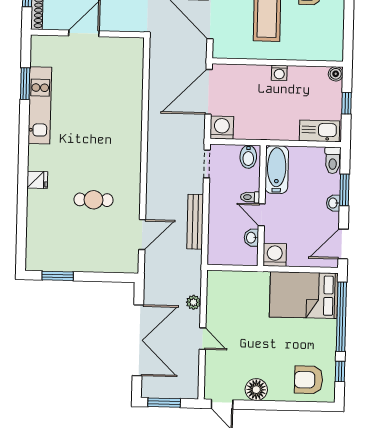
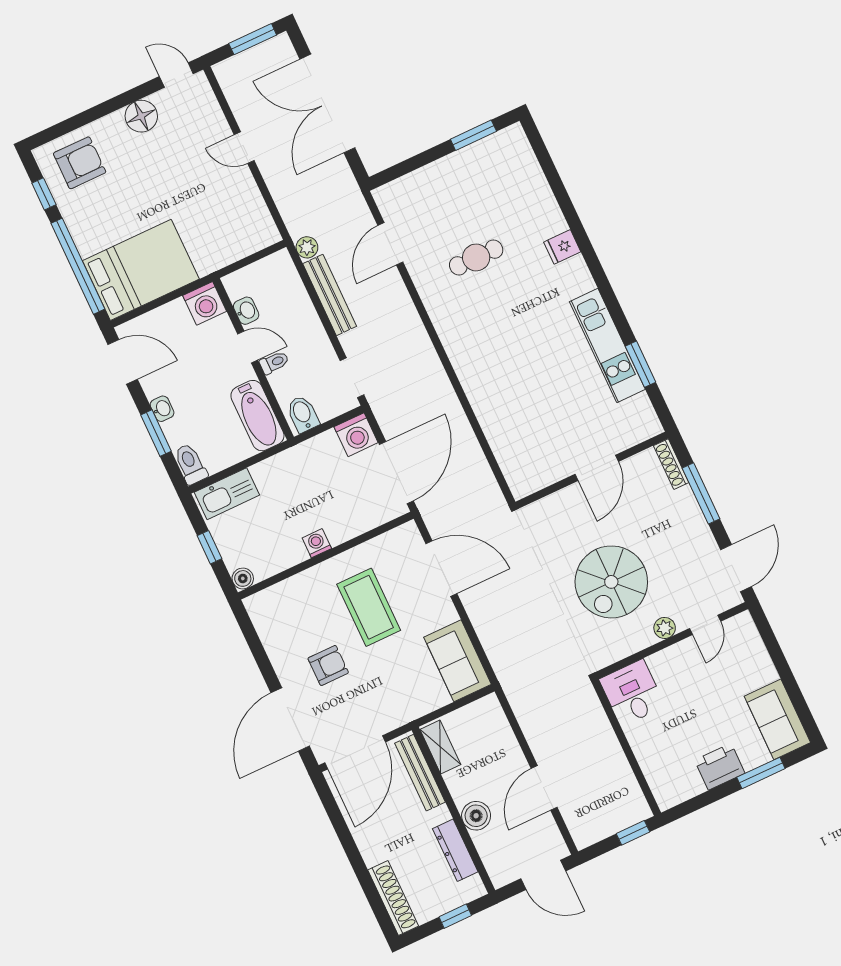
door: (343, 244) -> (123, 362), hinge flipped
plant: (193, 302) -> (307, 247), moved

